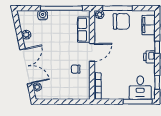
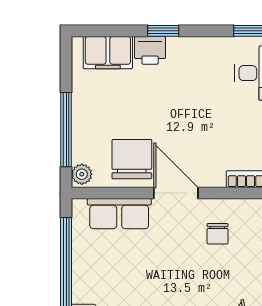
chair: (121, 21) -> (132, 159), moved
printer: (149, 57) -> (150, 50), moved

